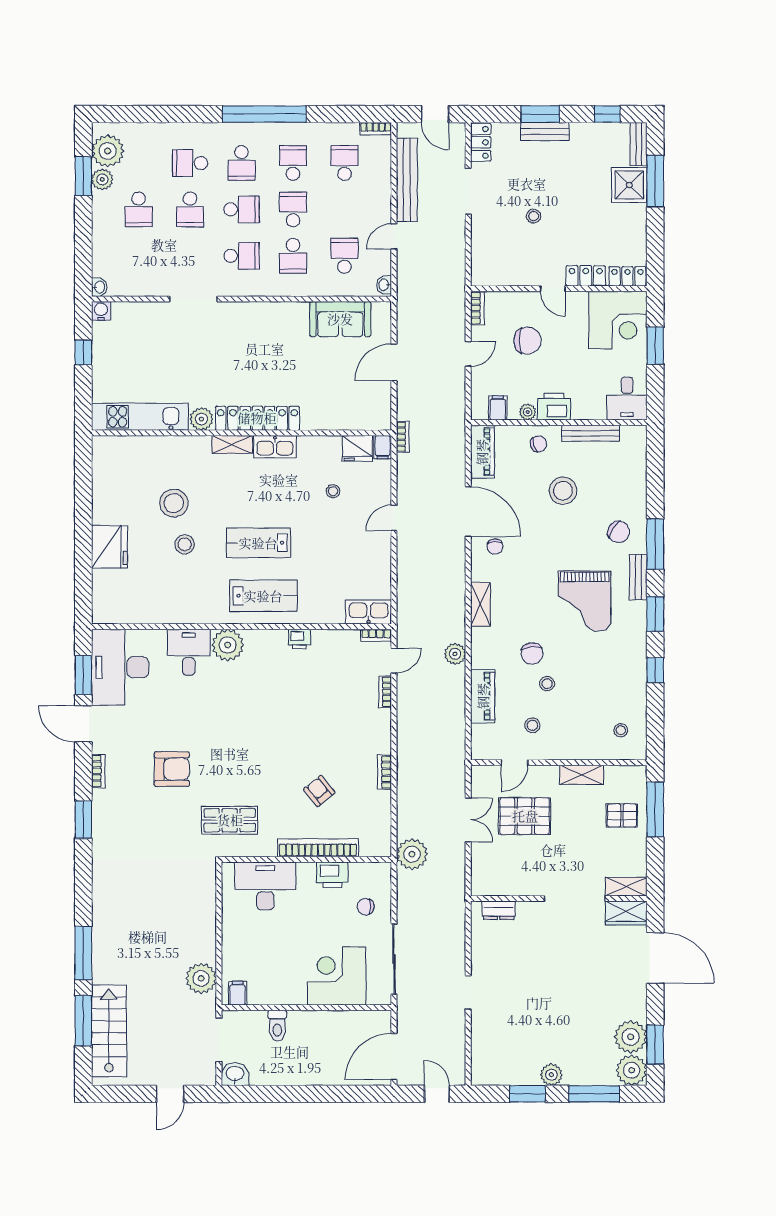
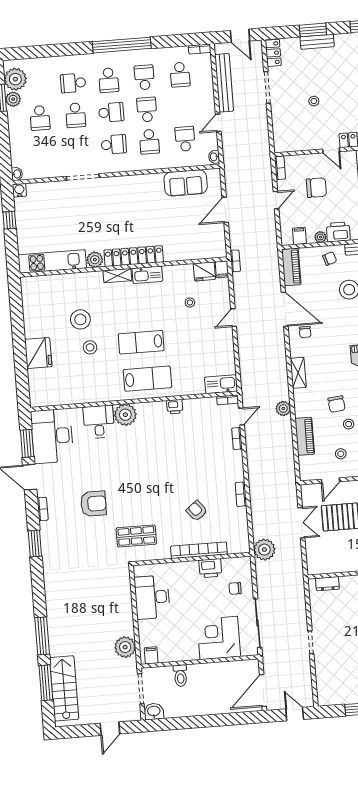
school desk: (344, 163) -> (180, 75), turned 180
desk: (265, 886) -> (152, 597), moved, turned -90

